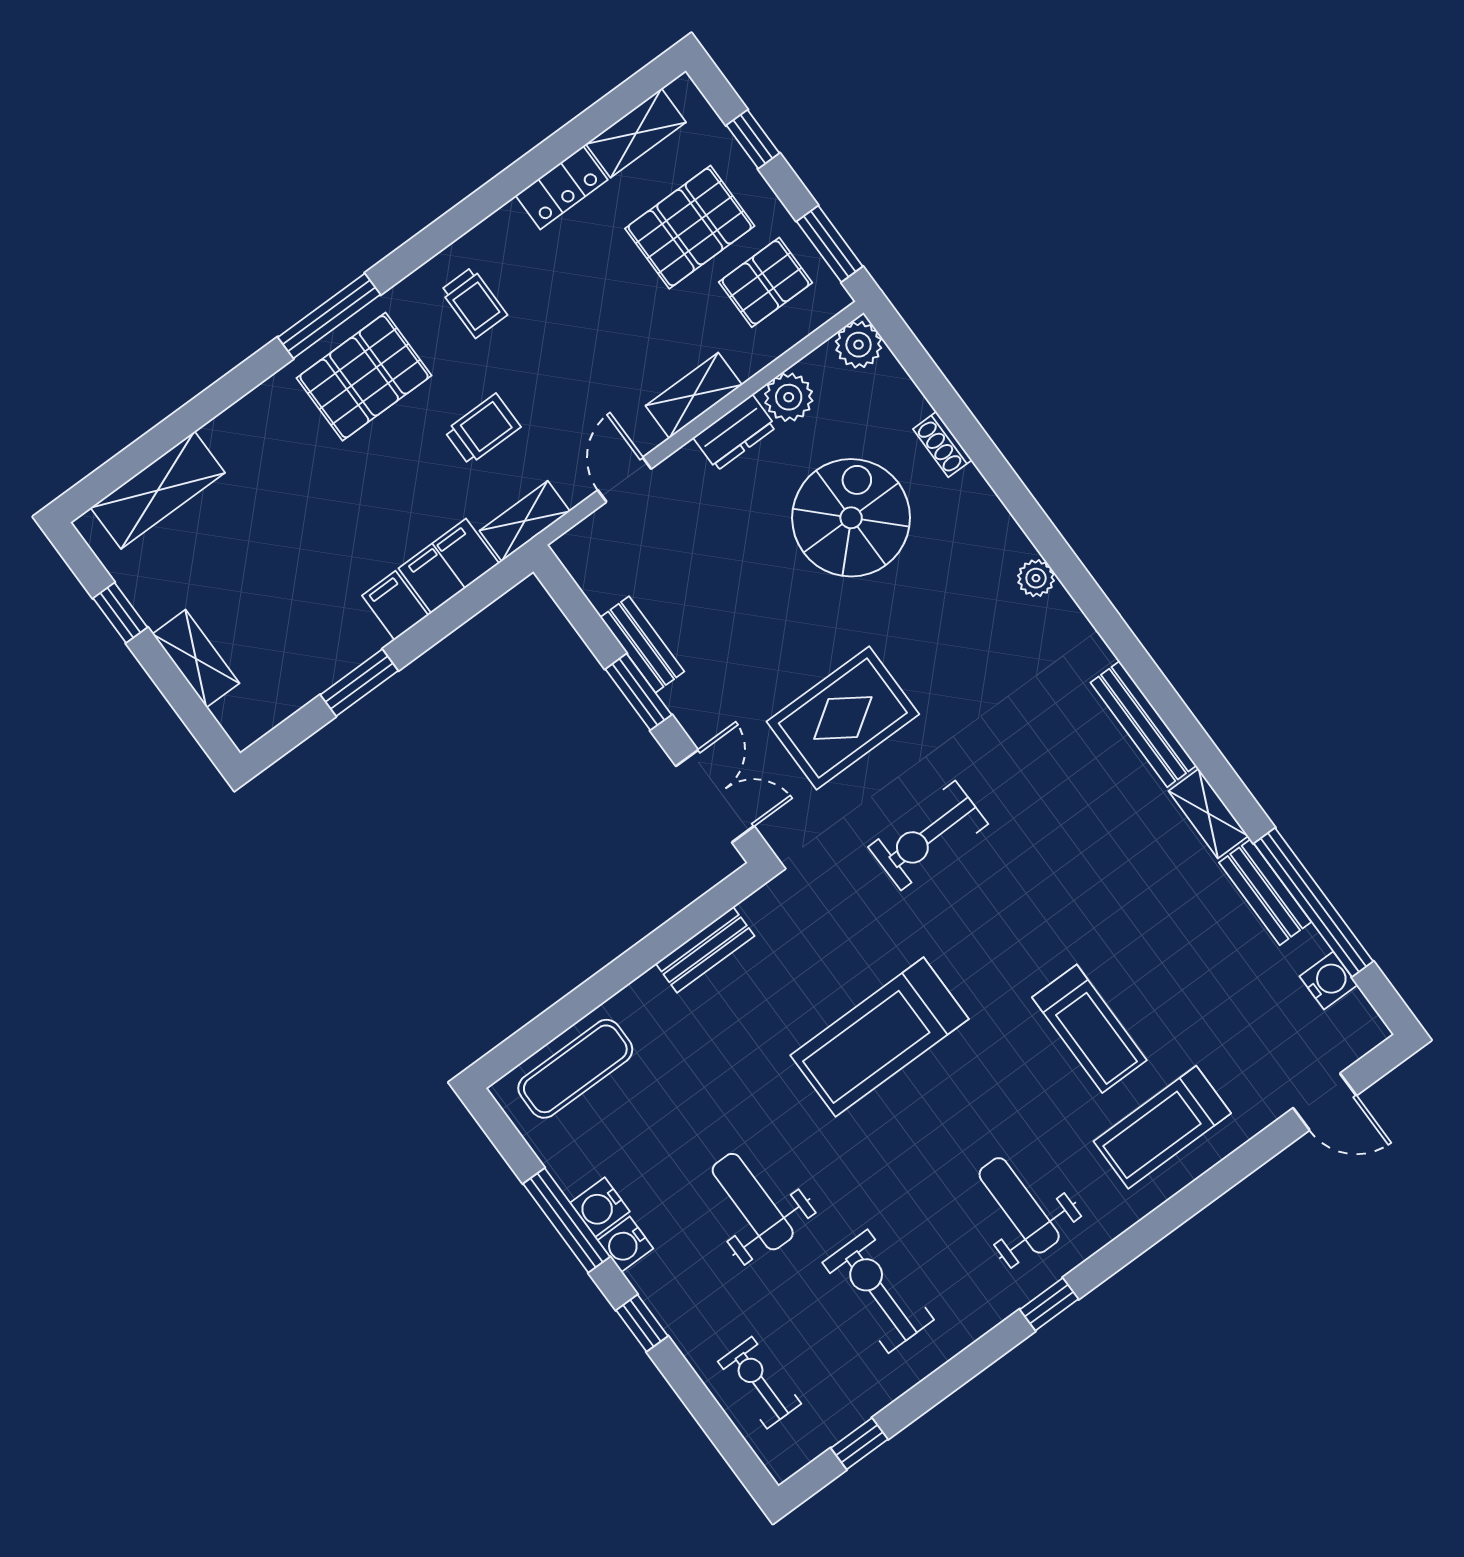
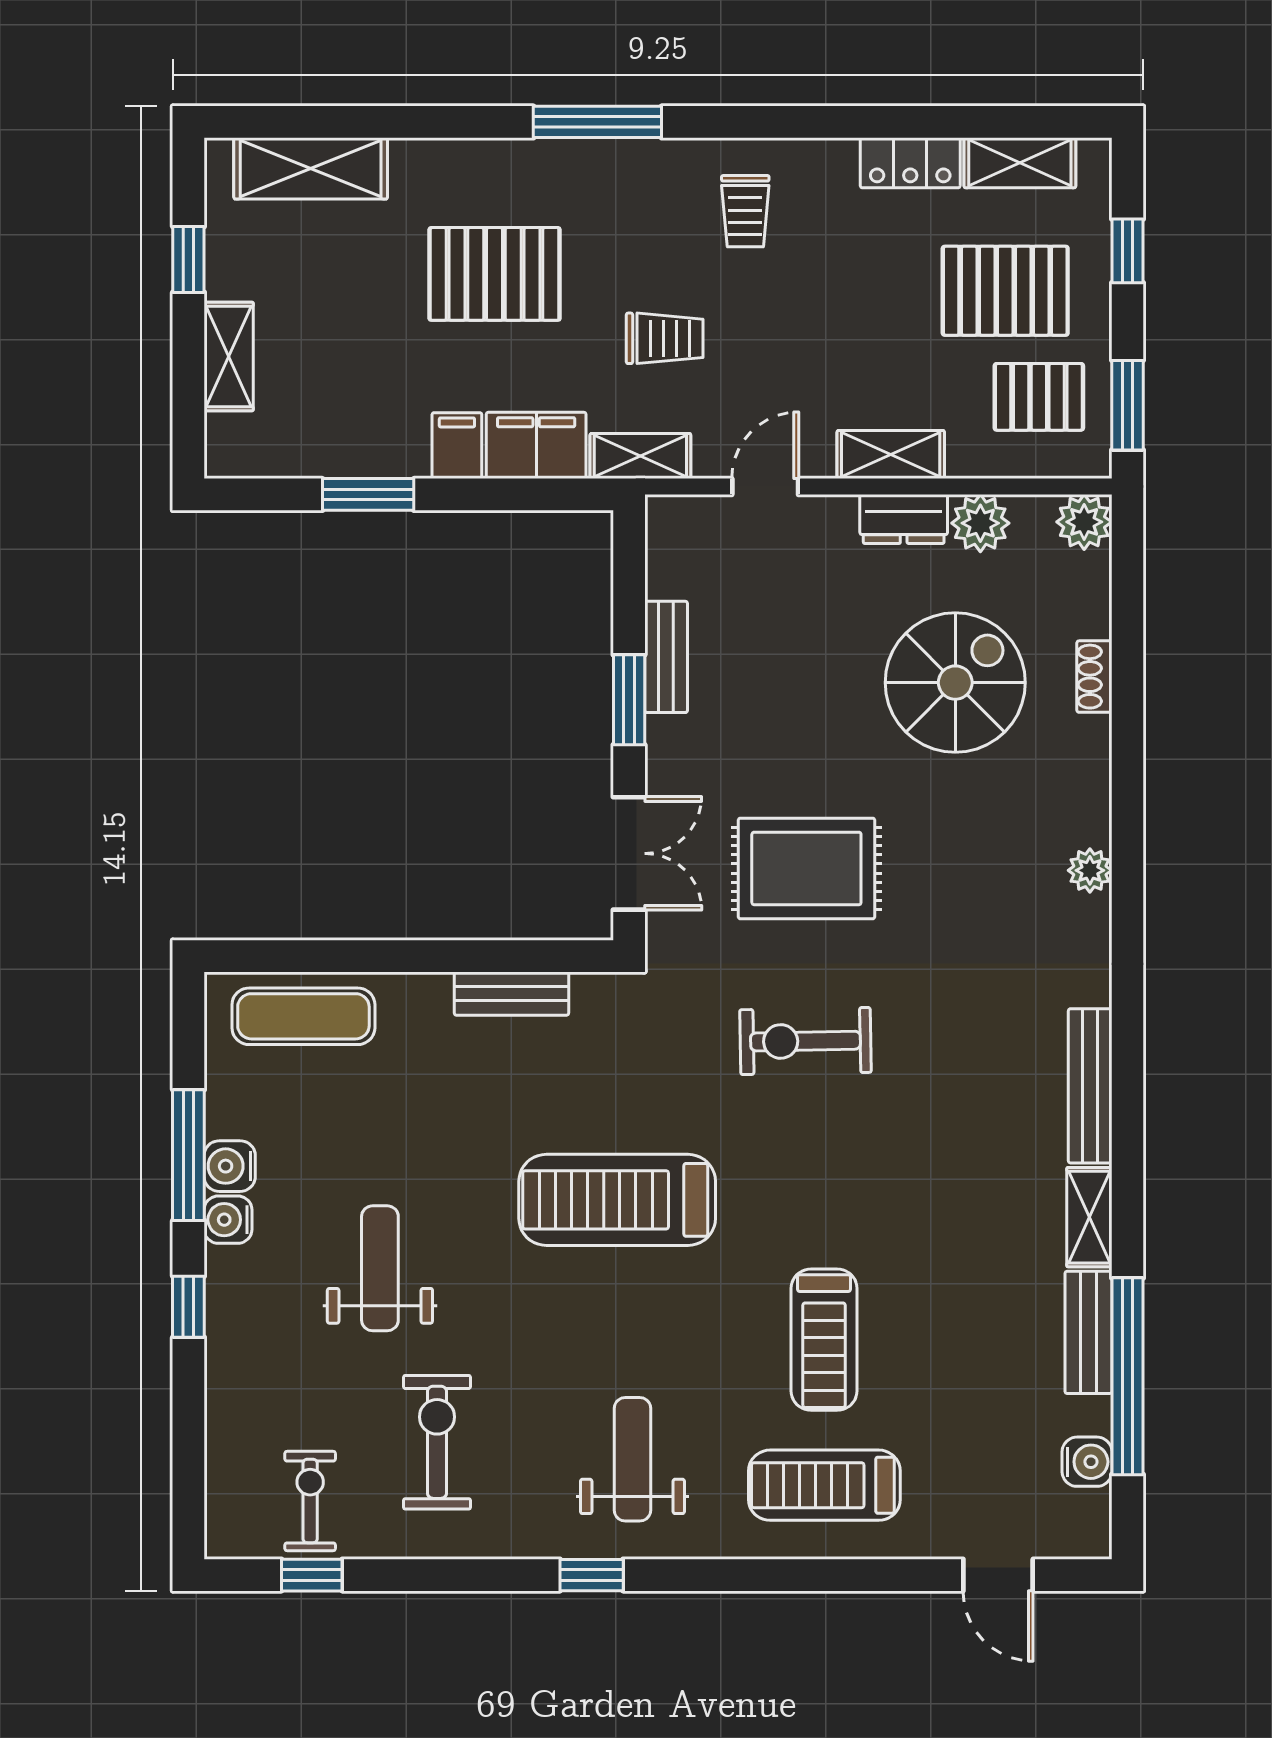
pallet: (364, 377) -> (495, 274), moved
exercise bike: (759, 1383) -> (310, 1501), moved

